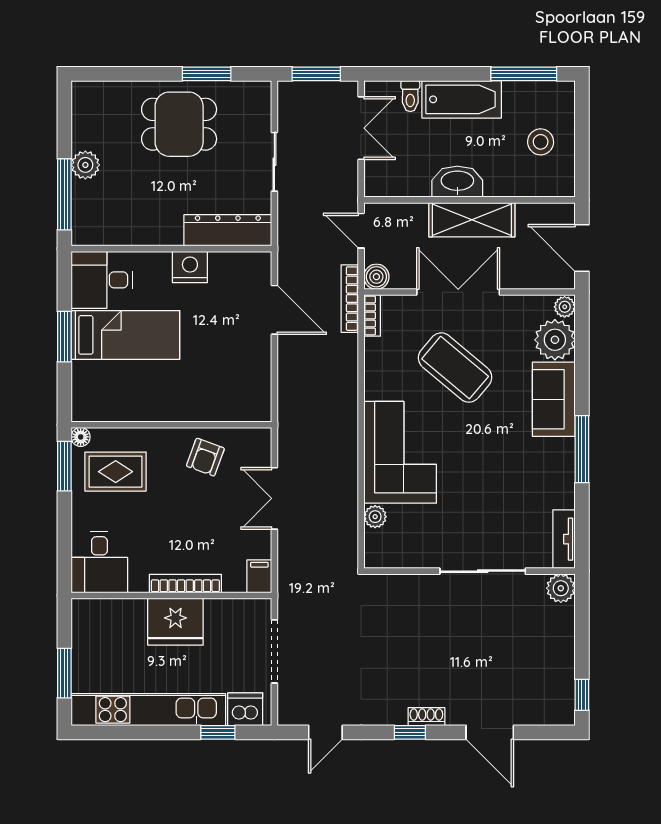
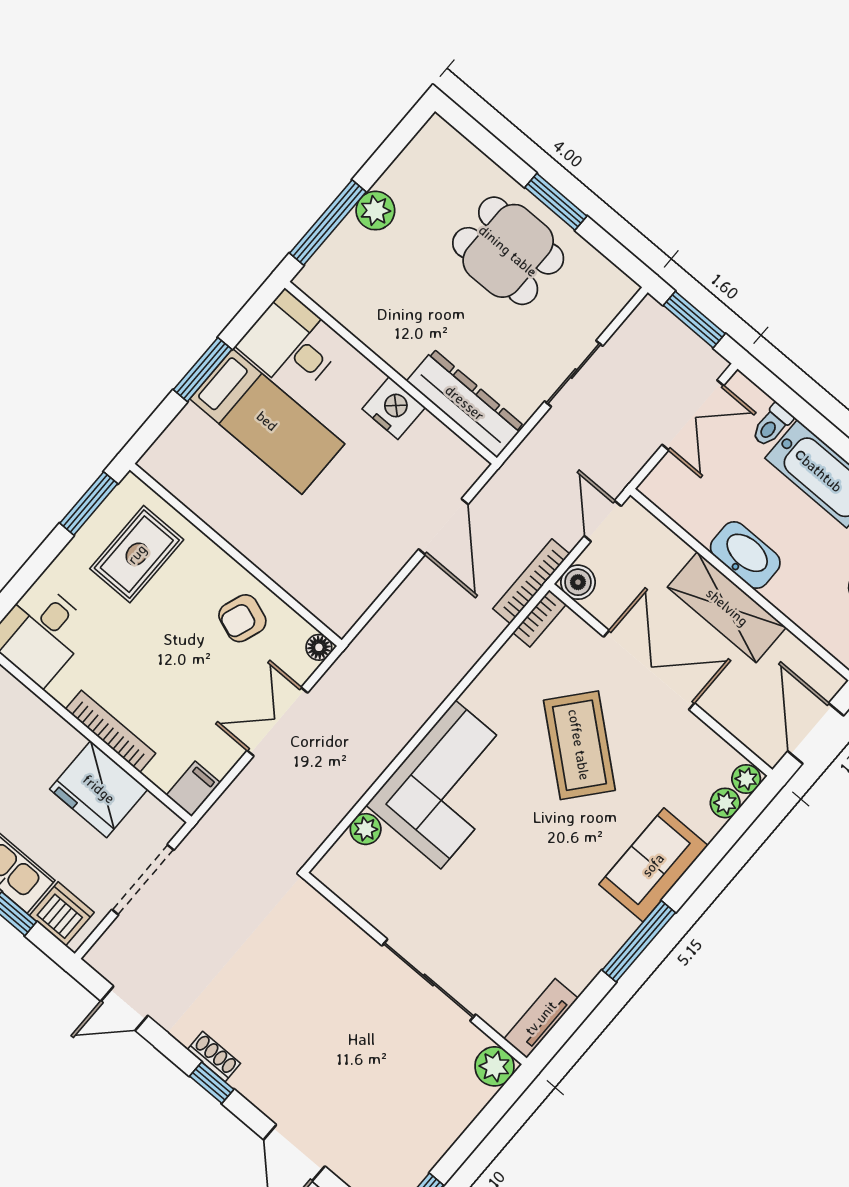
window: (207, 74) -> (556, 202), moved
plant: (555, 340) -> (725, 803), width x0.53, depth x0.53
floor lamp: (81, 437) -> (319, 647), moved
rug: (116, 472) -> (137, 554), turned 90
fridge: (175, 622) -> (99, 789), moved
shoe rack: (426, 717) -> (214, 1057), moved

